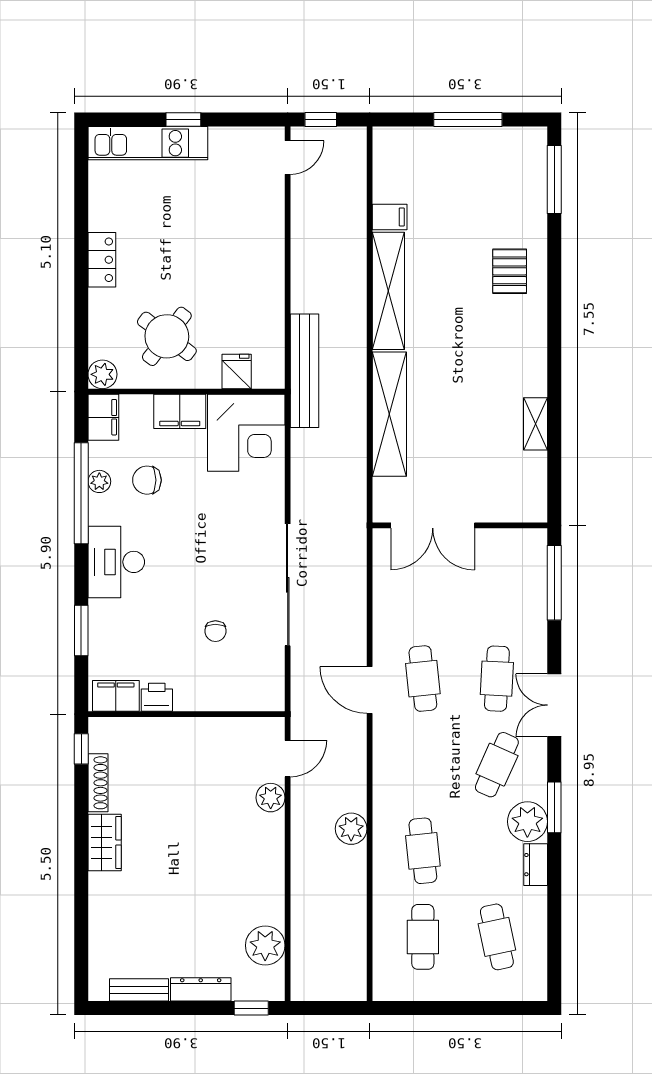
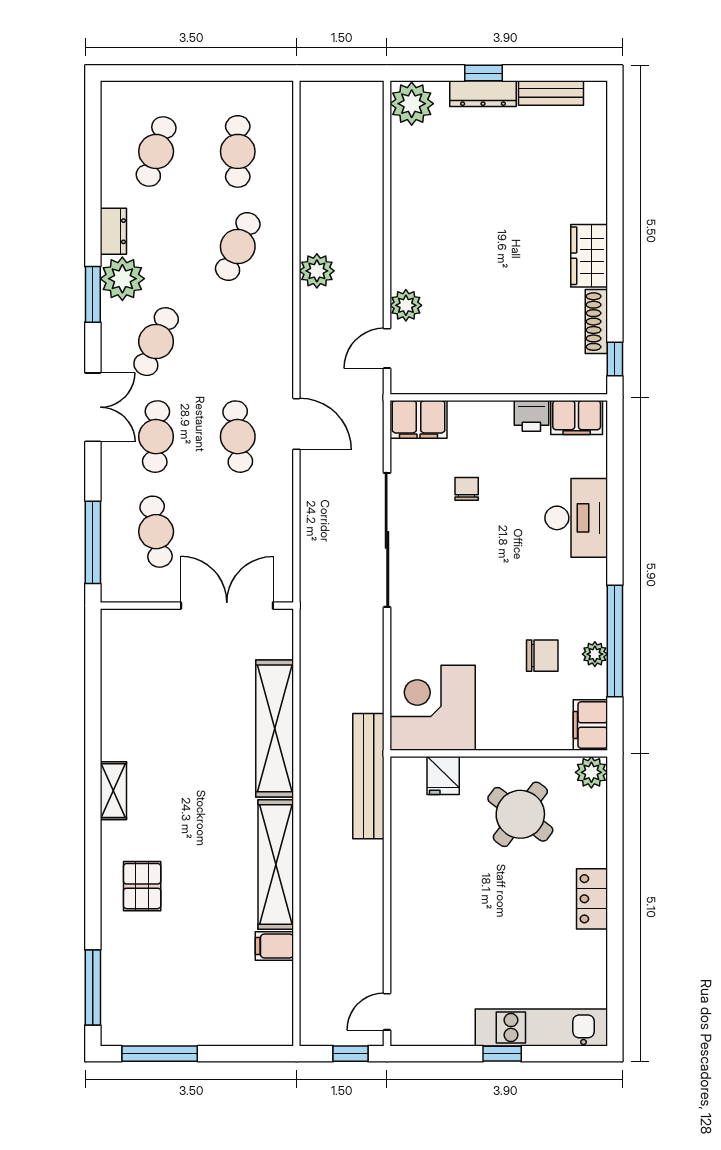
window: (468, 119) -> (160, 1054), moved
filing cabinet: (180, 411) -> (418, 419), moved, turned 180
shelving: (536, 424) -> (113, 791), moved
desk: (116, 562) -> (576, 518), moved
cafe table: (497, 592) -> (156, 532), added
window: (81, 631) -> (615, 490), removed
cafe table: (423, 851) -> (238, 247), turned 30
cafe table: (497, 937) -> (156, 151), turned 30
plant: (265, 945) -> (412, 104), moved
window: (251, 1008) -> (484, 73), moved

